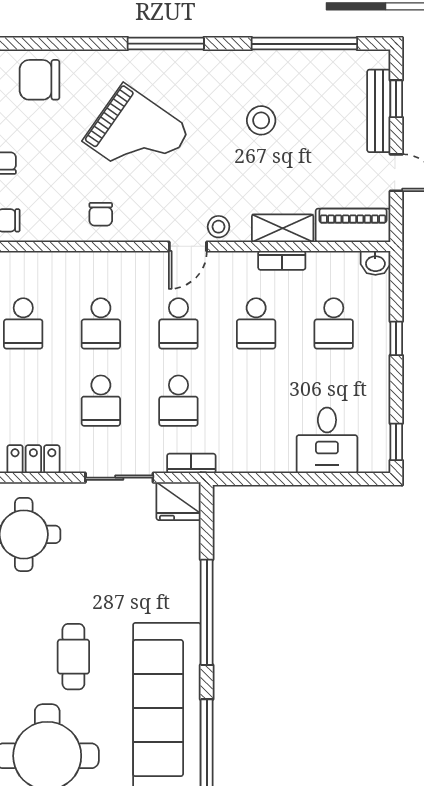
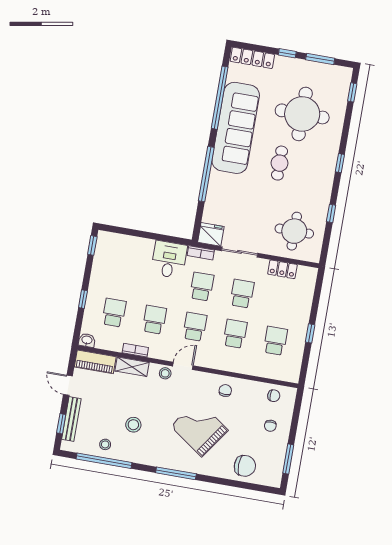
stool: (307, 74) -> (105, 444), added
desk: (327, 440) -> (169, 260), moved

